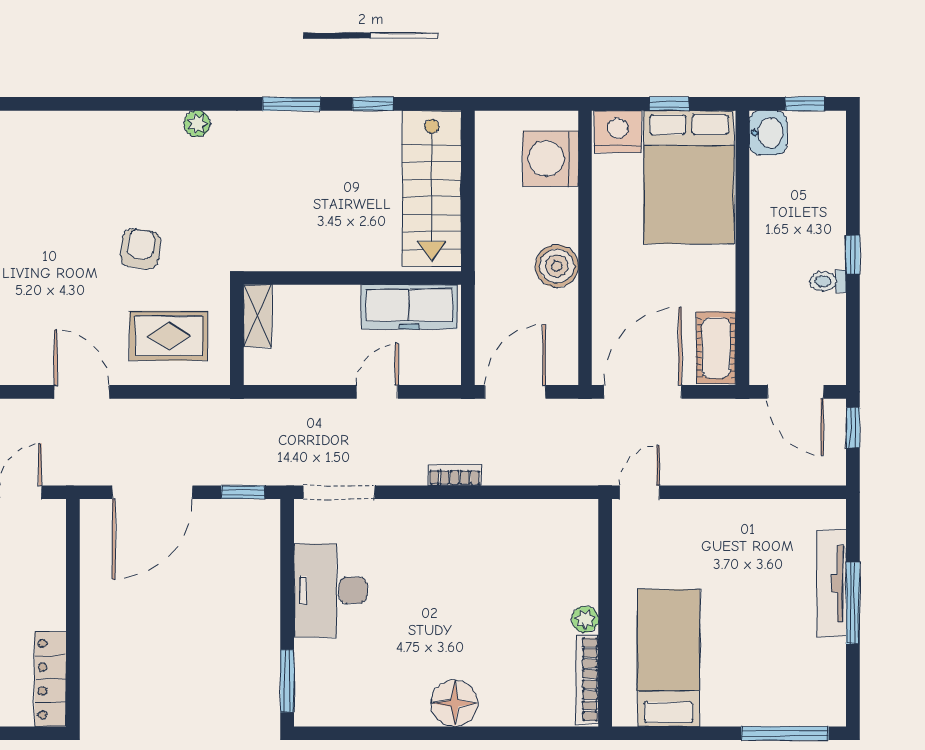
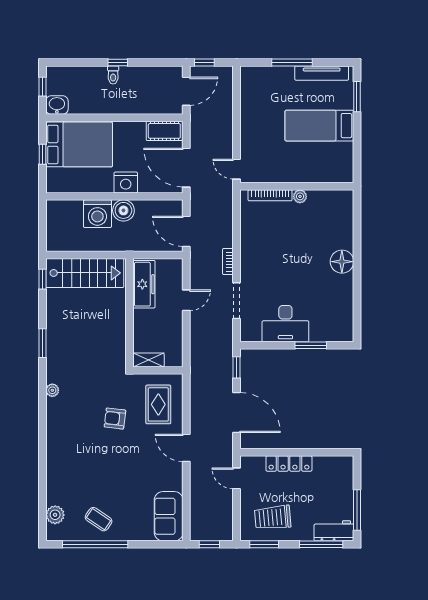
window: (373, 104) -> (42, 279), moved
nightstand: (618, 132) -> (126, 183), moved, turned -90
washing machine: (550, 159) -> (97, 214), moved
toilet: (828, 281) -> (113, 75), moved
door: (82, 392) -> (186, 448), hinge flipped
door: (377, 392) -> (186, 300), swing flipped
doorway: (339, 492) -> (237, 301), moved
tv unit: (832, 584) -> (322, 73), moved
bed: (669, 658) -> (319, 126), moved
locker: (50, 679) -> (289, 464), moved
bookcase: (587, 679) -> (270, 195), moved
window: (287, 681) -> (311, 345), moved
window: (785, 733) -> (357, 97), width x0.69

